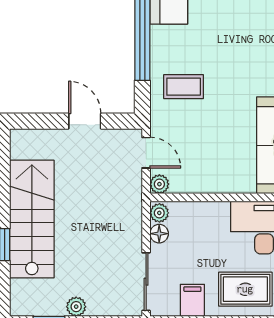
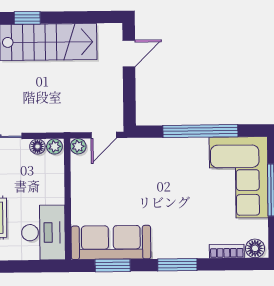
coffee table: (184, 87) -> (158, 165), removed
door: (85, 121) -> (129, 53), moved

